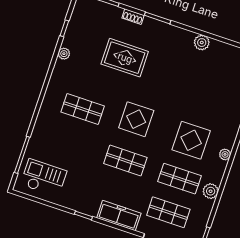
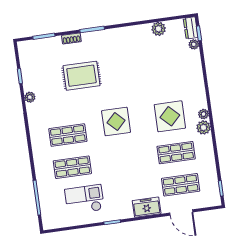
plant: (202, 43) -> (159, 29), moved
shop shelf: (125, 161) -> (72, 167), moved
checkout: (44, 178) -> (84, 199), moved
plant: (211, 191) -> (204, 127), moved
freezer: (119, 216) -> (147, 207), width x0.71

